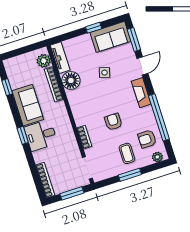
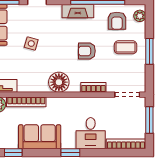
floor lamp: (71, 80) -> (59, 82), moved
fireplace: (141, 93) -> (78, 11), moved
desk: (41, 135) -> (91, 133), moved

